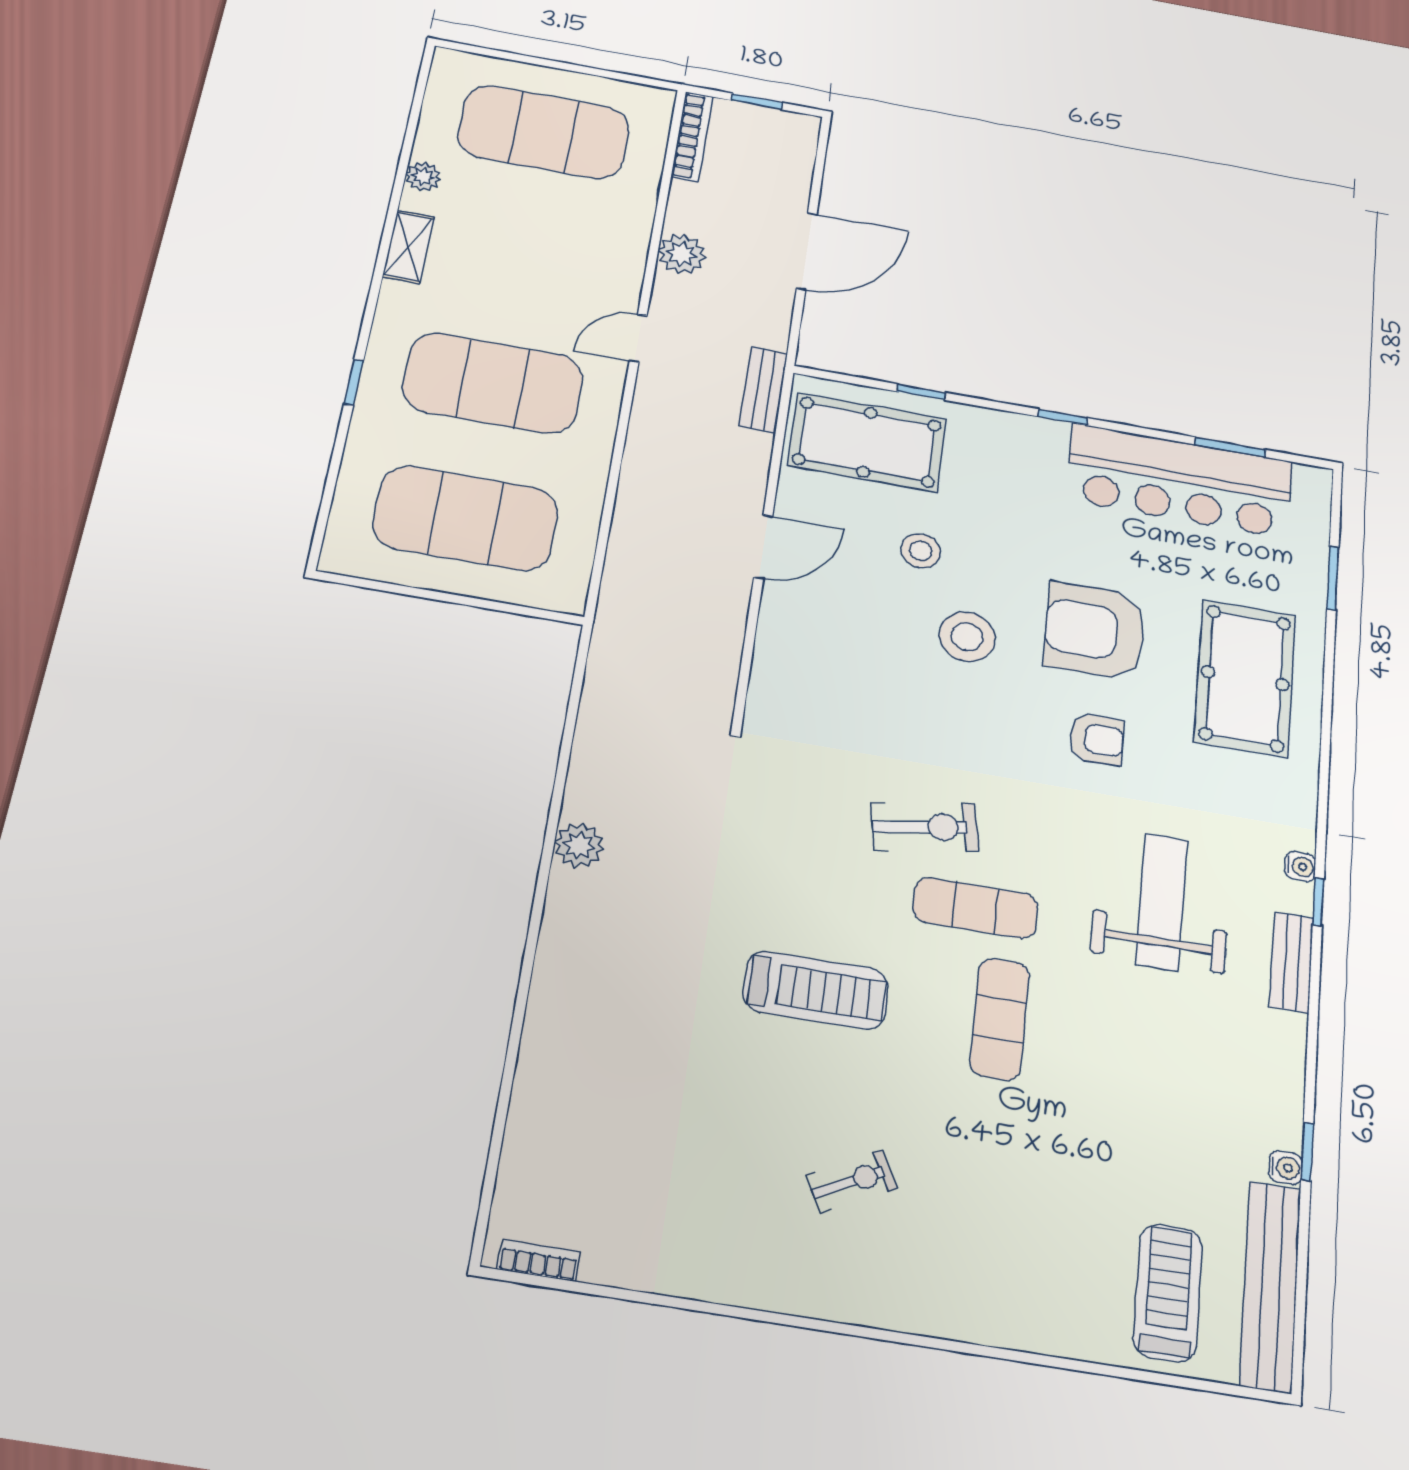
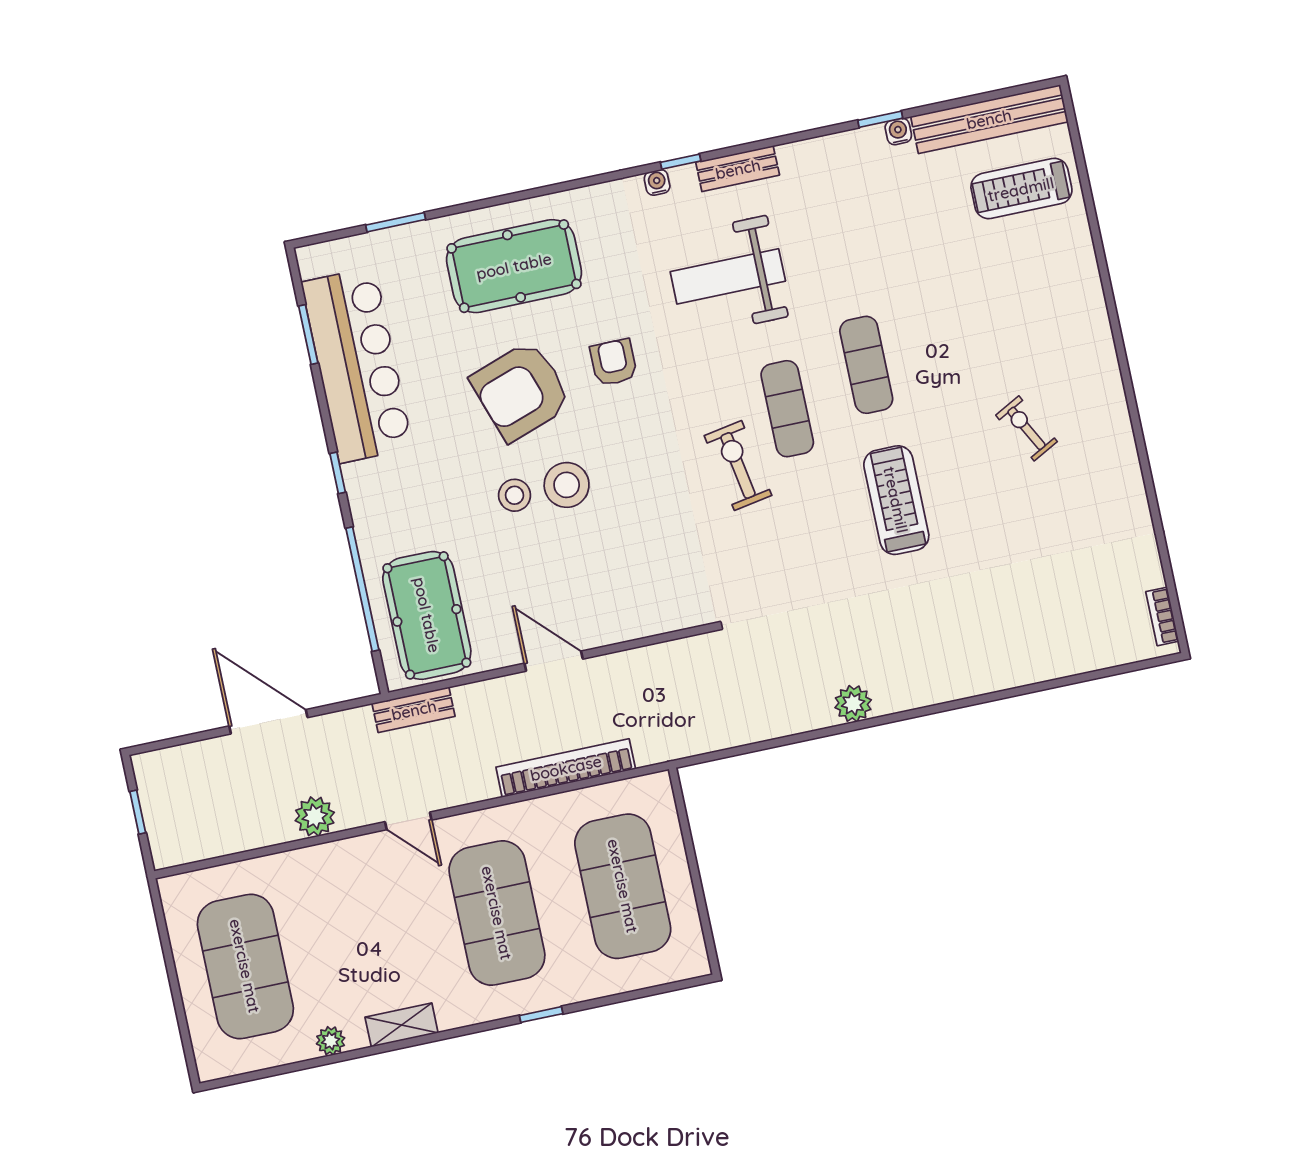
bookcase: (692, 136) -> (566, 768), moved, width x1.48, depth x1.31
window: (921, 392) -> (362, 589), width x3.17
stool: (921, 551) -> (515, 495), moved
armchair: (1095, 631) -> (521, 391), turned 71
exercise mat: (1000, 1019) -> (866, 365), turned 90

